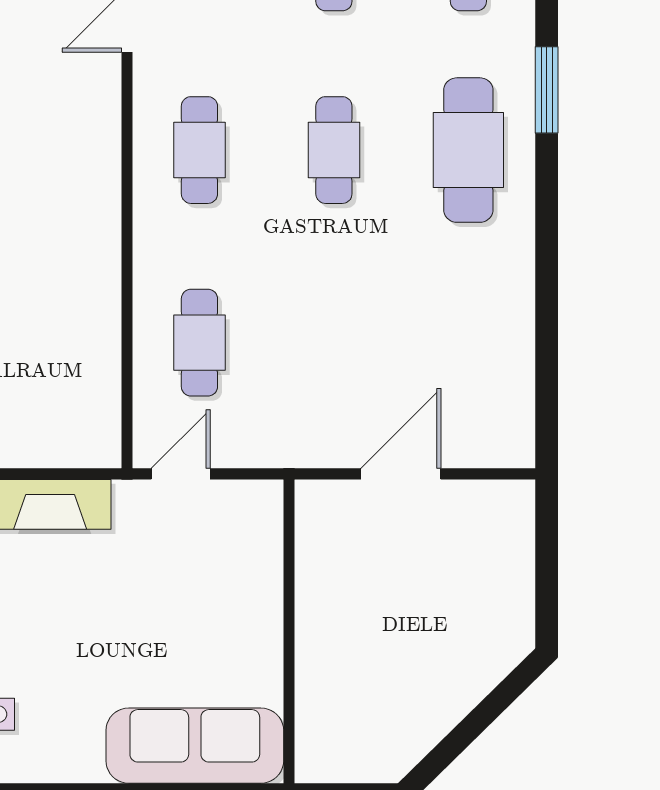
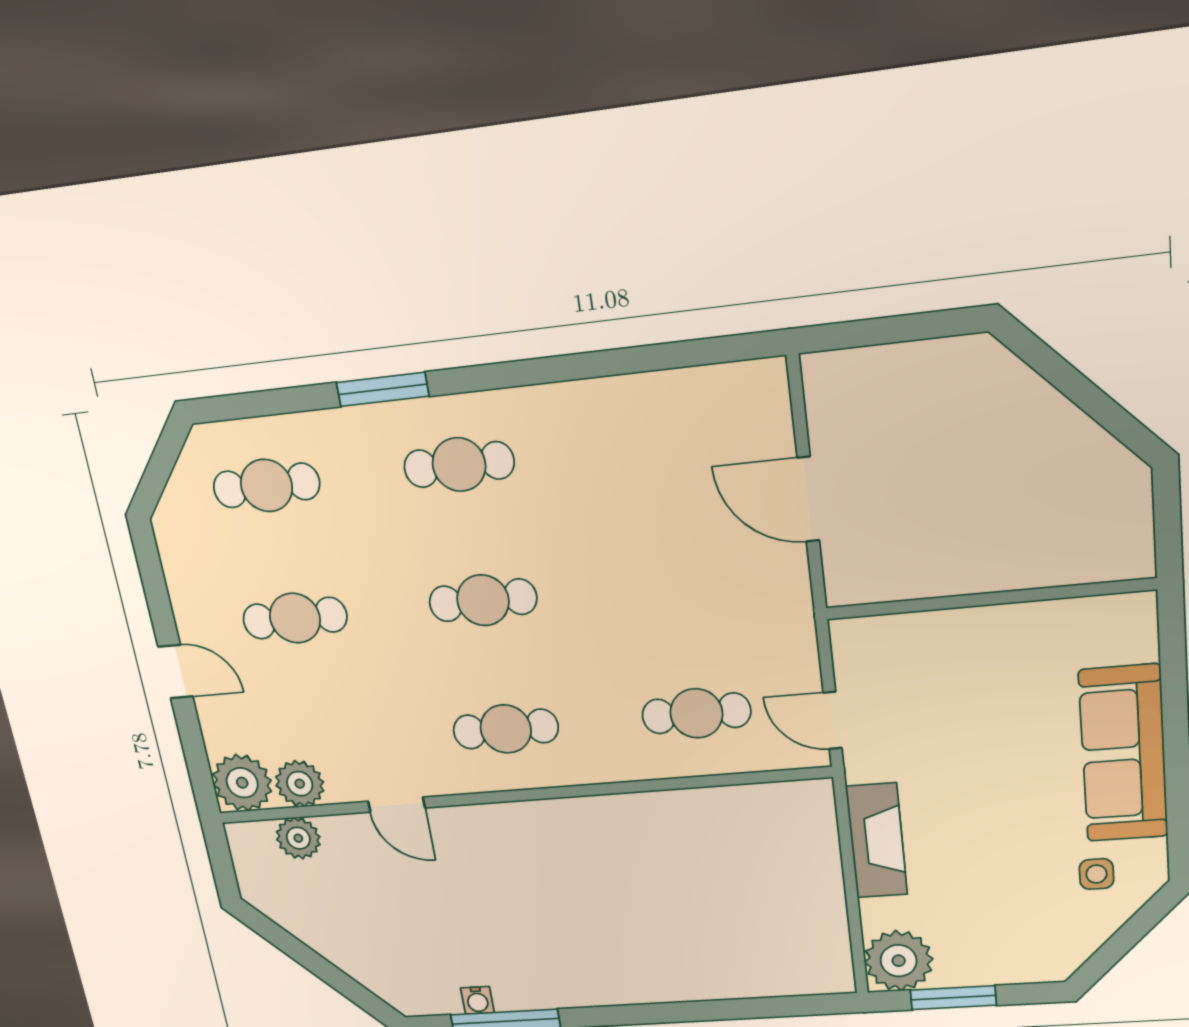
cafe table: (468, 150) -> (459, 465), width x0.73, depth x0.74
sofa: (195, 746) -> (1123, 754), moved

